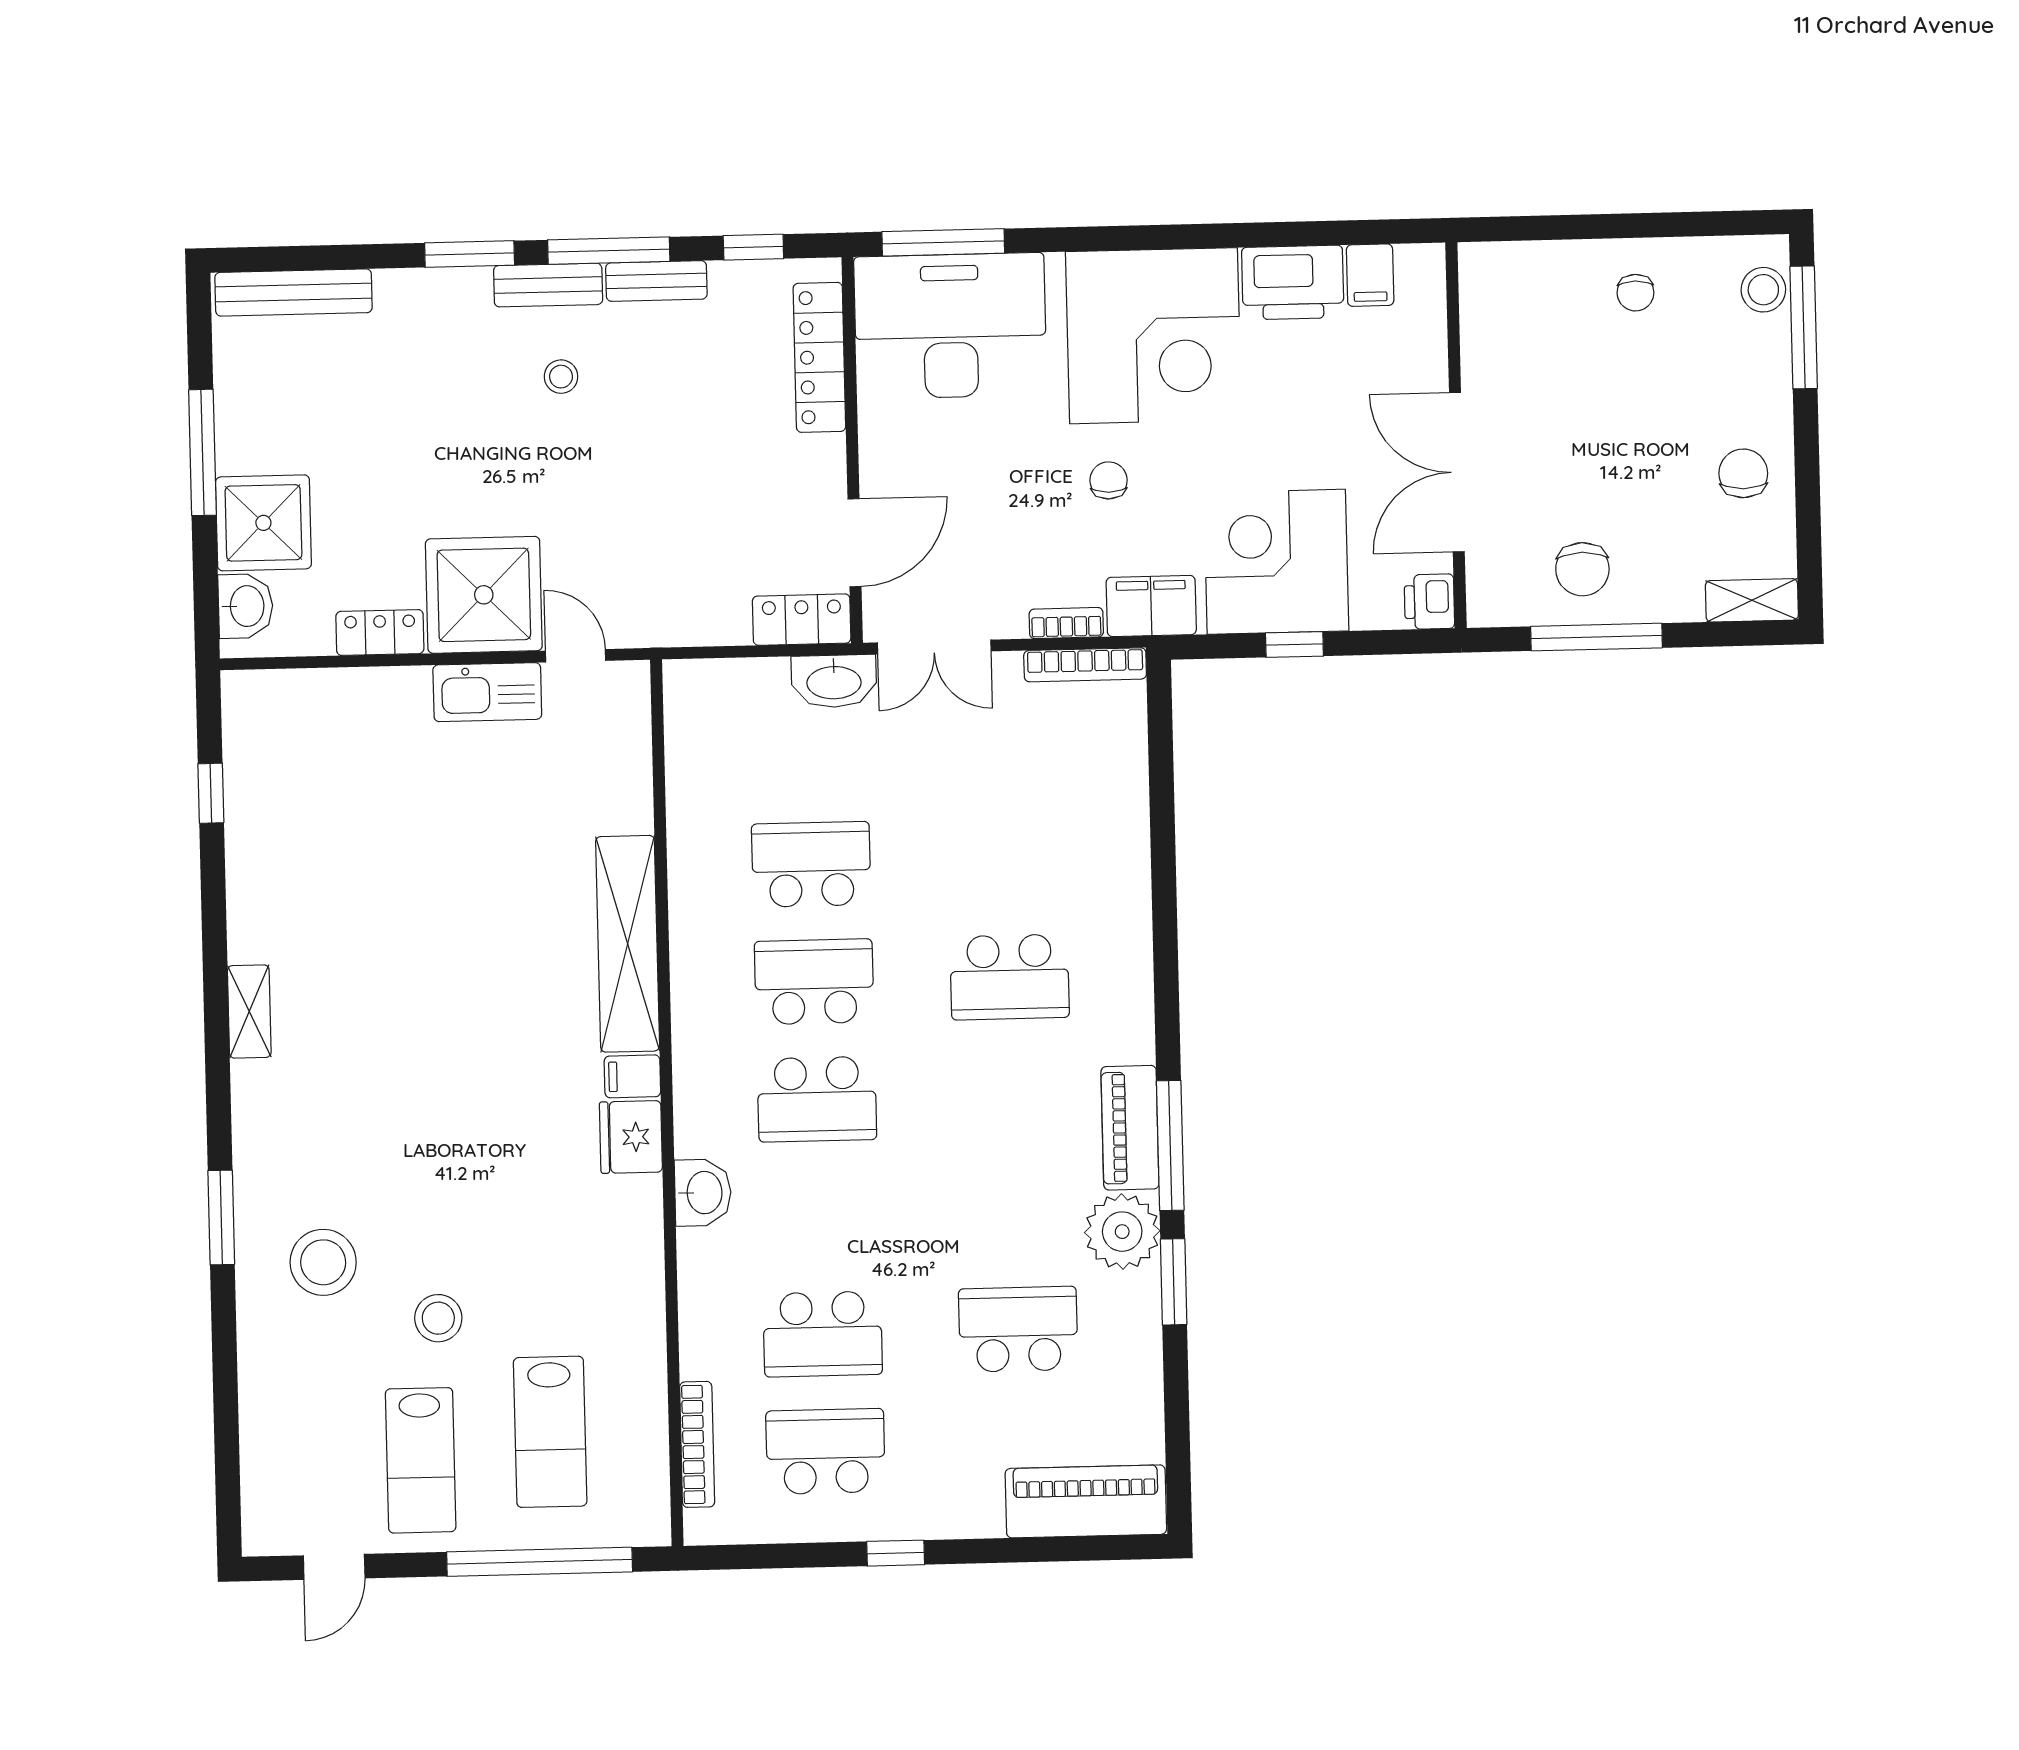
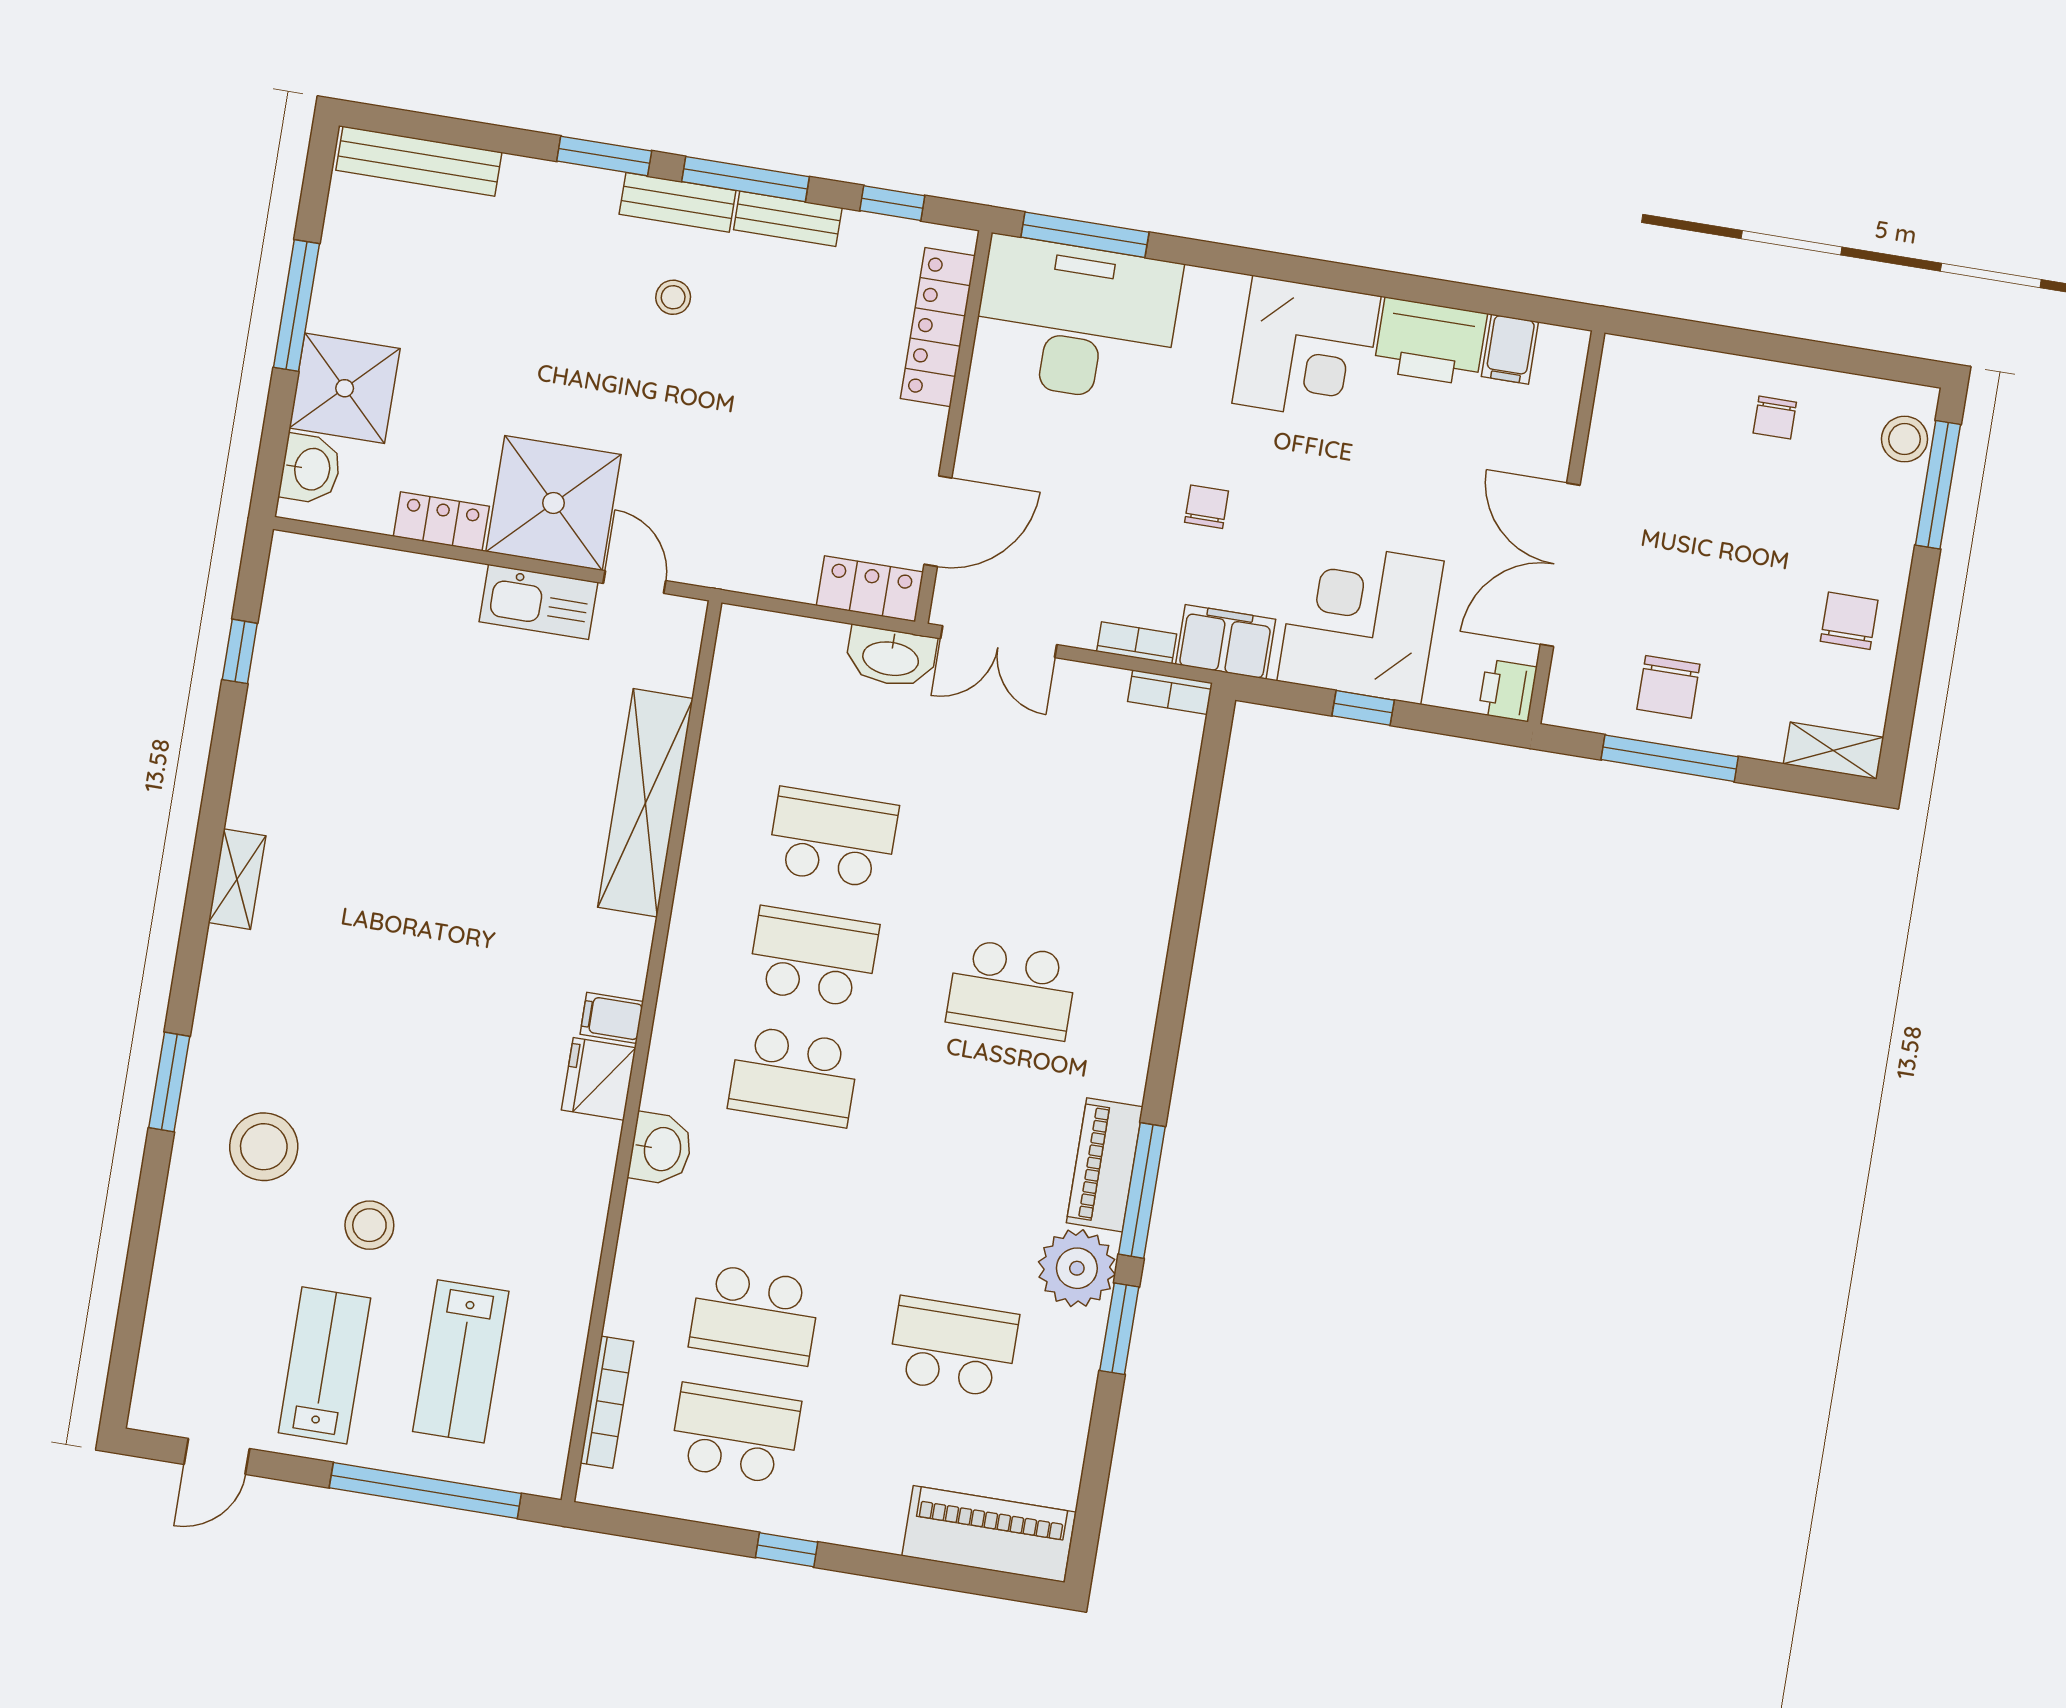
corner desk: (1154, 336) -> (1307, 350), width x0.74, depth x0.74
bookcase: (1085, 665) -> (1170, 692), width x0.64
shelving: (628, 944) -> (645, 803), moved
lab bench: (421, 1460) -> (324, 1365), turned 180

